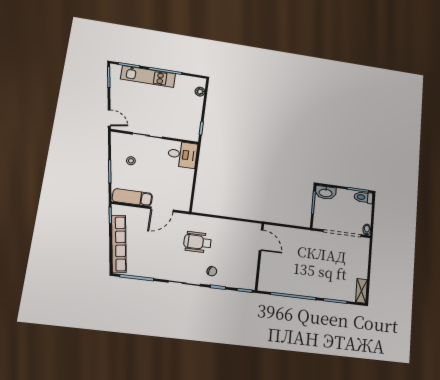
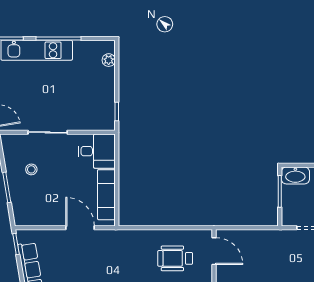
exam couch: (132, 197) -> (106, 195), moved, turned -90
door: (162, 209) -> (80, 228), swing flipped
wheelchair: (198, 242) -> (175, 258), moved

